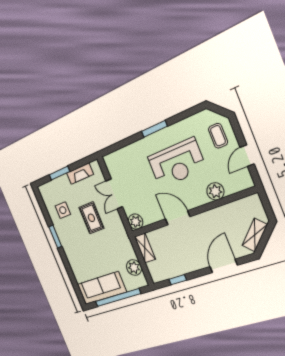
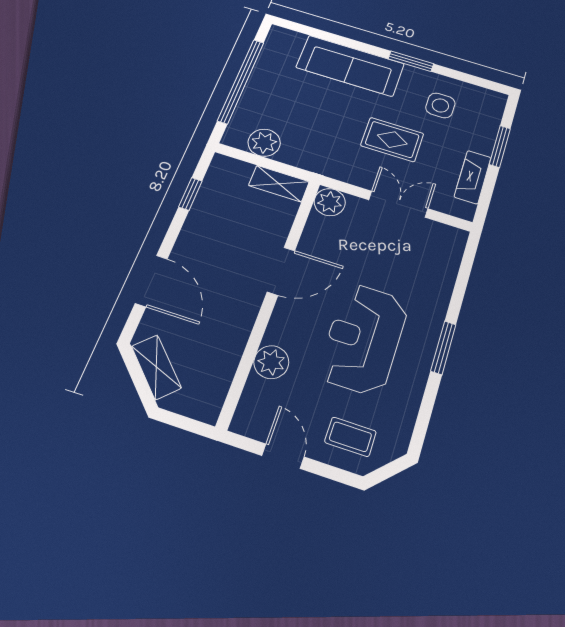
sofa: (102, 288) -> (350, 66), moved, turned 90

